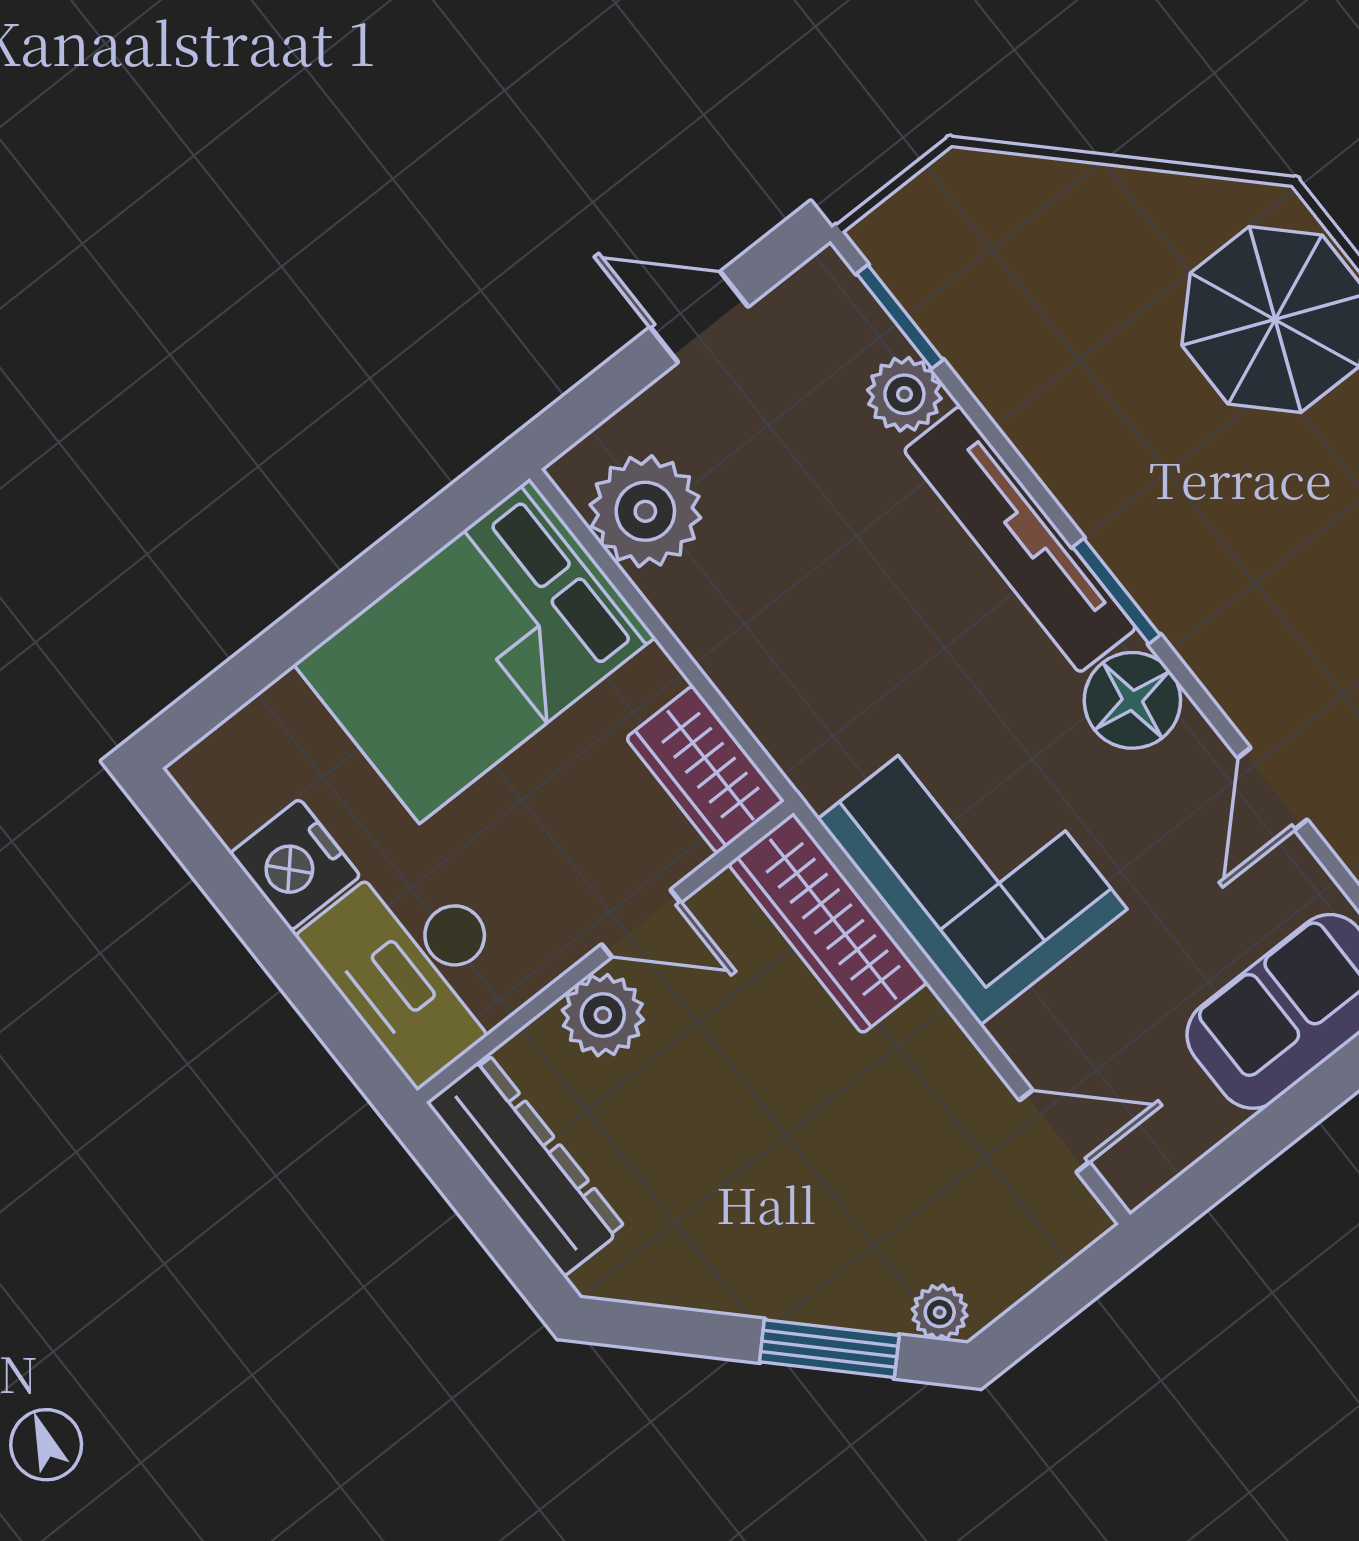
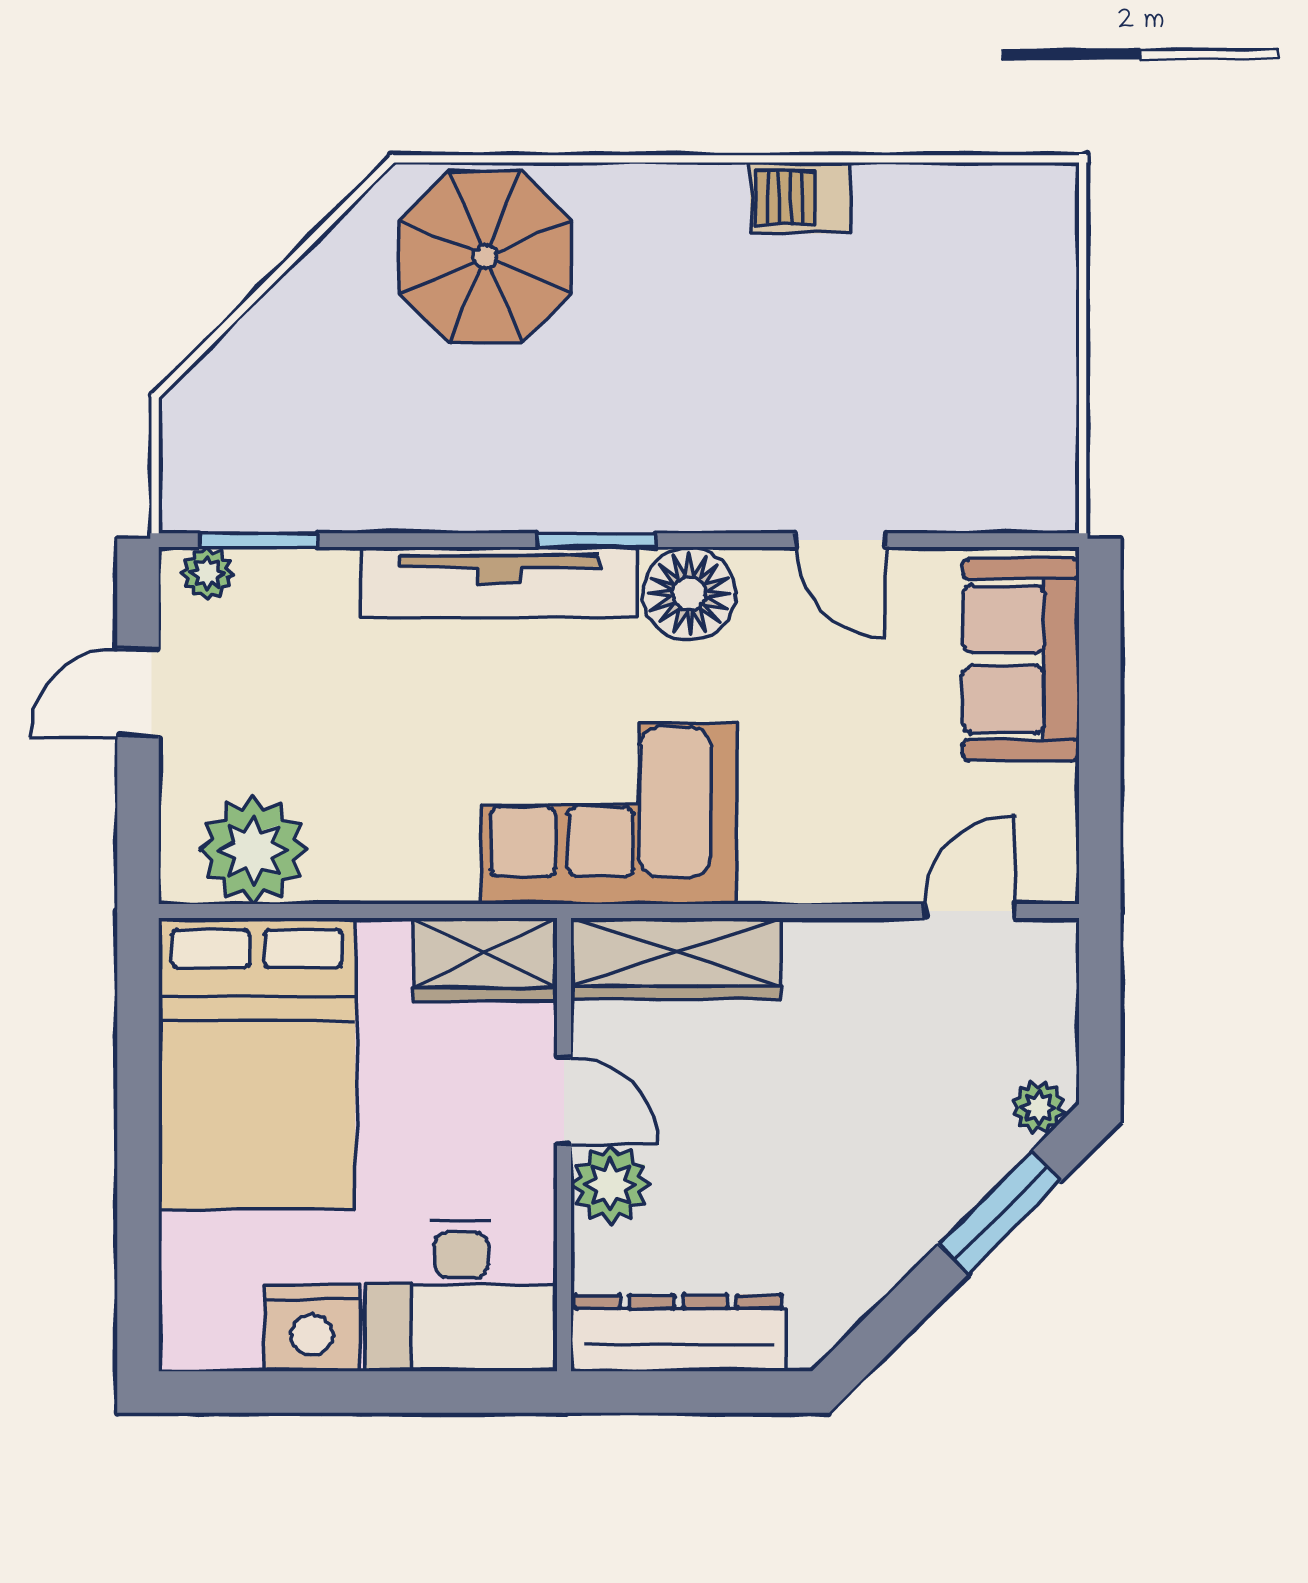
plant: (904, 394) -> (207, 573), moved, width x0.73, depth x0.73
corner sofa: (972, 864) -> (609, 813), moved
door: (641, 923) -> (564, 1100), hinge flipped

